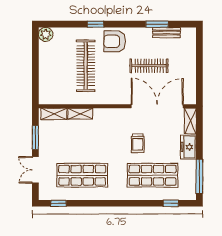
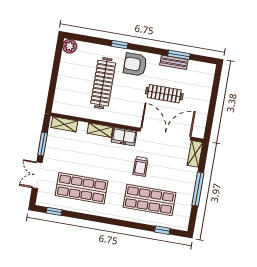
bench: (166, 33) -> (174, 62), moved
shelving: (80, 114) -> (100, 130), moved
freezer: (188, 147) -> (124, 137), moved, turned -90
window: (199, 176) -> (198, 189), moved

